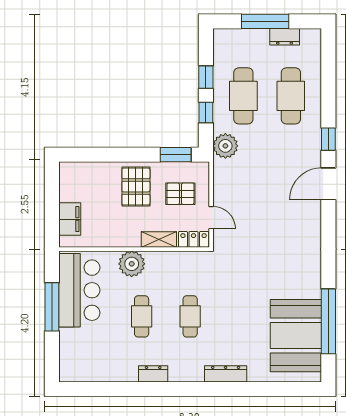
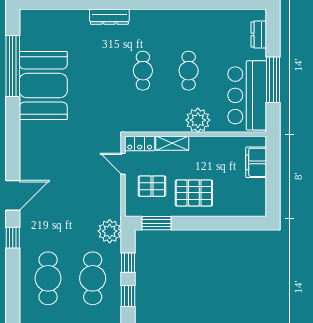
pallet: (136, 187) -> (194, 193), turned 90
booth: (296, 336) -> (43, 86), moved
dresser: (153, 374) -> (259, 34), moved, turned 90

